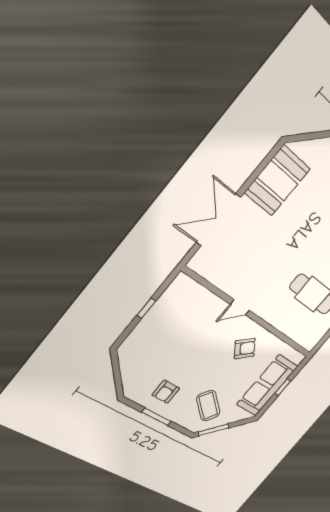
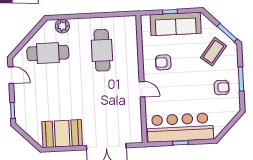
bar counter: (164, 320) -> (180, 128), added
armchair: (245, 348) -> (163, 62), turned -51

